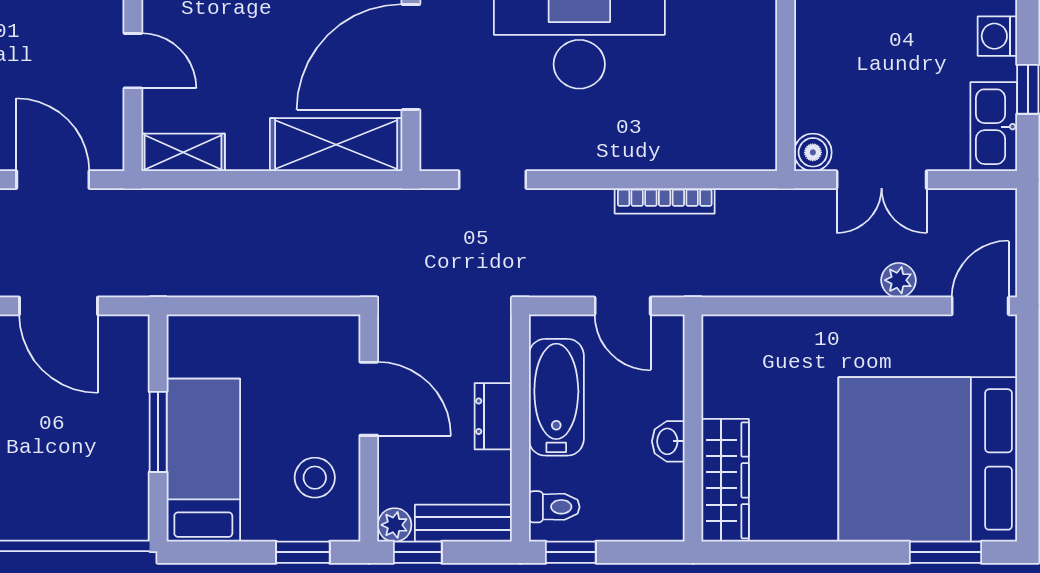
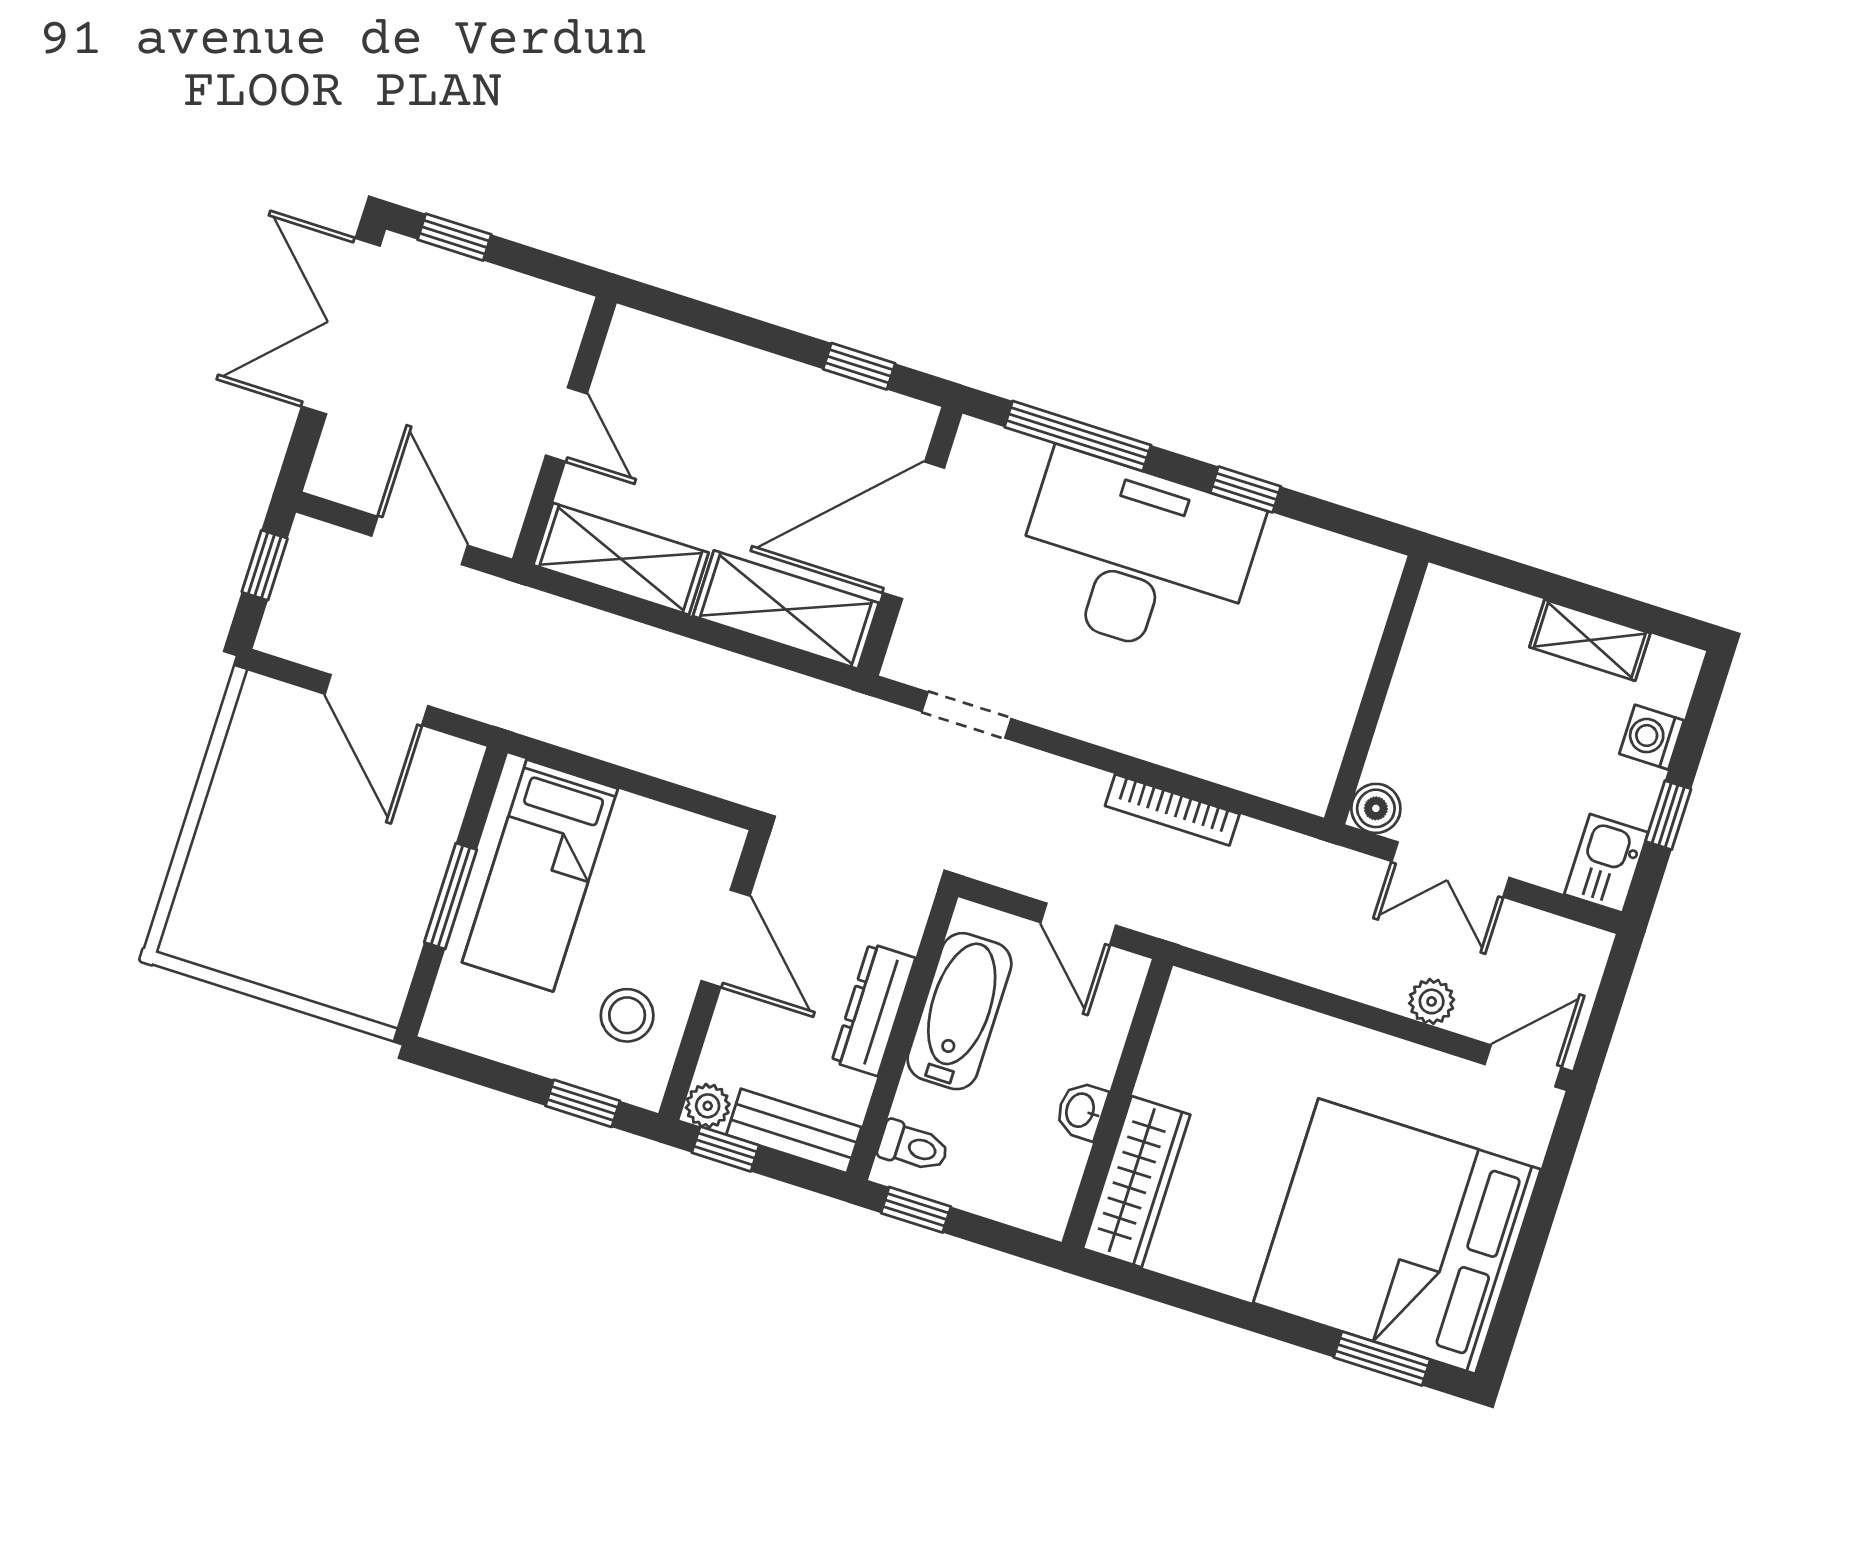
kitchen sink: (994, 127) -> (1606, 863), width x0.73
shelving: (183, 152) -> (621, 559), width x1.50, depth x1.33
dresser: (493, 416) -> (874, 1010), width x1.44
bed: (203, 460) -> (540, 875), moved, turned 180

